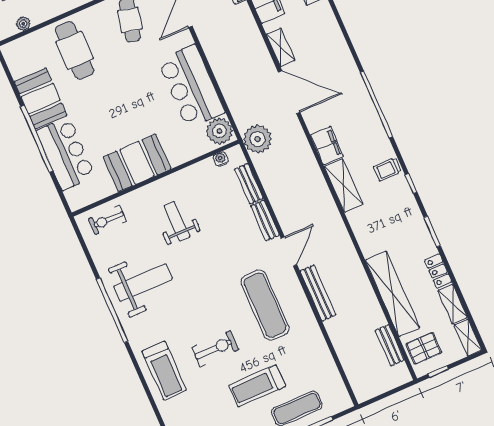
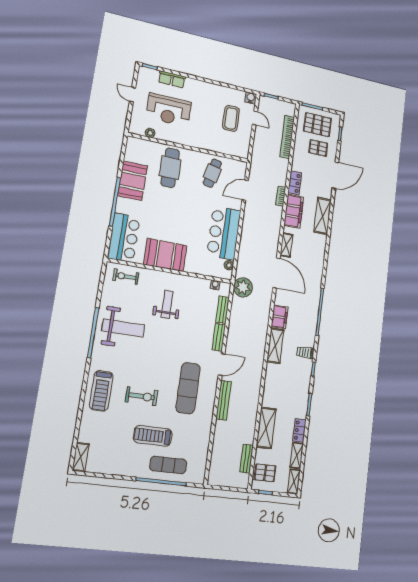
plant: (219, 131) -> (229, 265), width x0.53, depth x0.53
bar counter: (66, 154) -> (124, 238), moved
shelving: (392, 294) -> (266, 428), width x0.68

